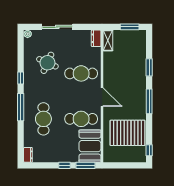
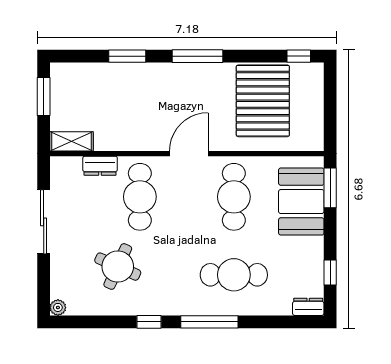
sliding door: (57, 27) -> (44, 222), moved
dresser: (96, 38) -> (100, 166), moved
booth: (90, 146) -> (301, 202), moved, turned 90
window: (64, 165) -> (330, 273), moved

